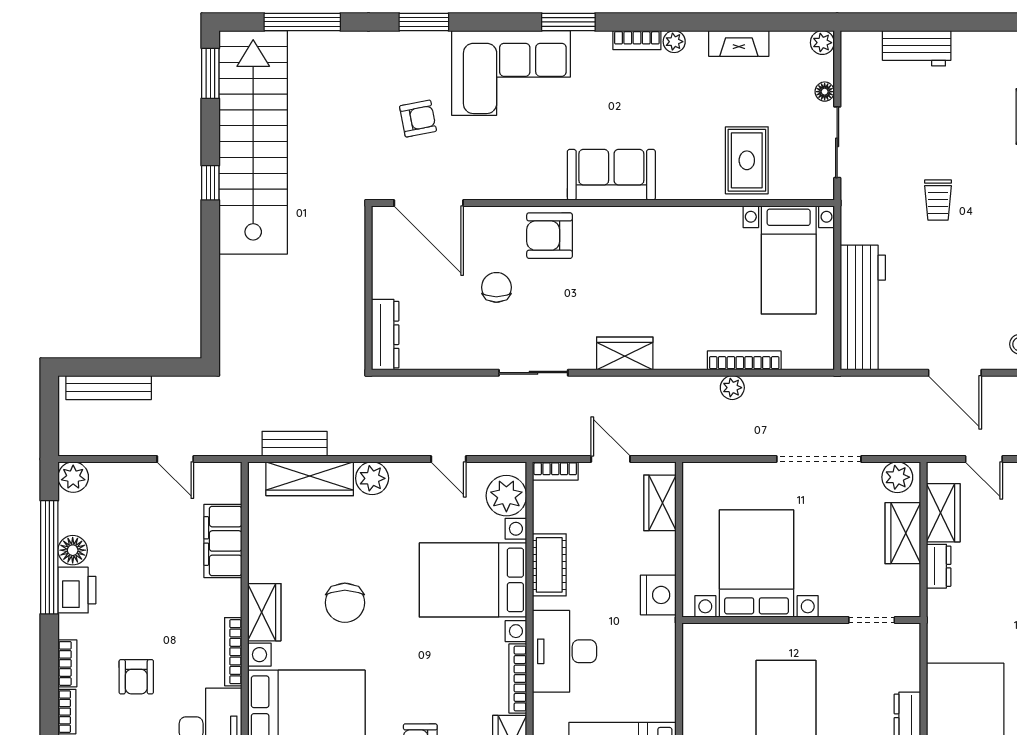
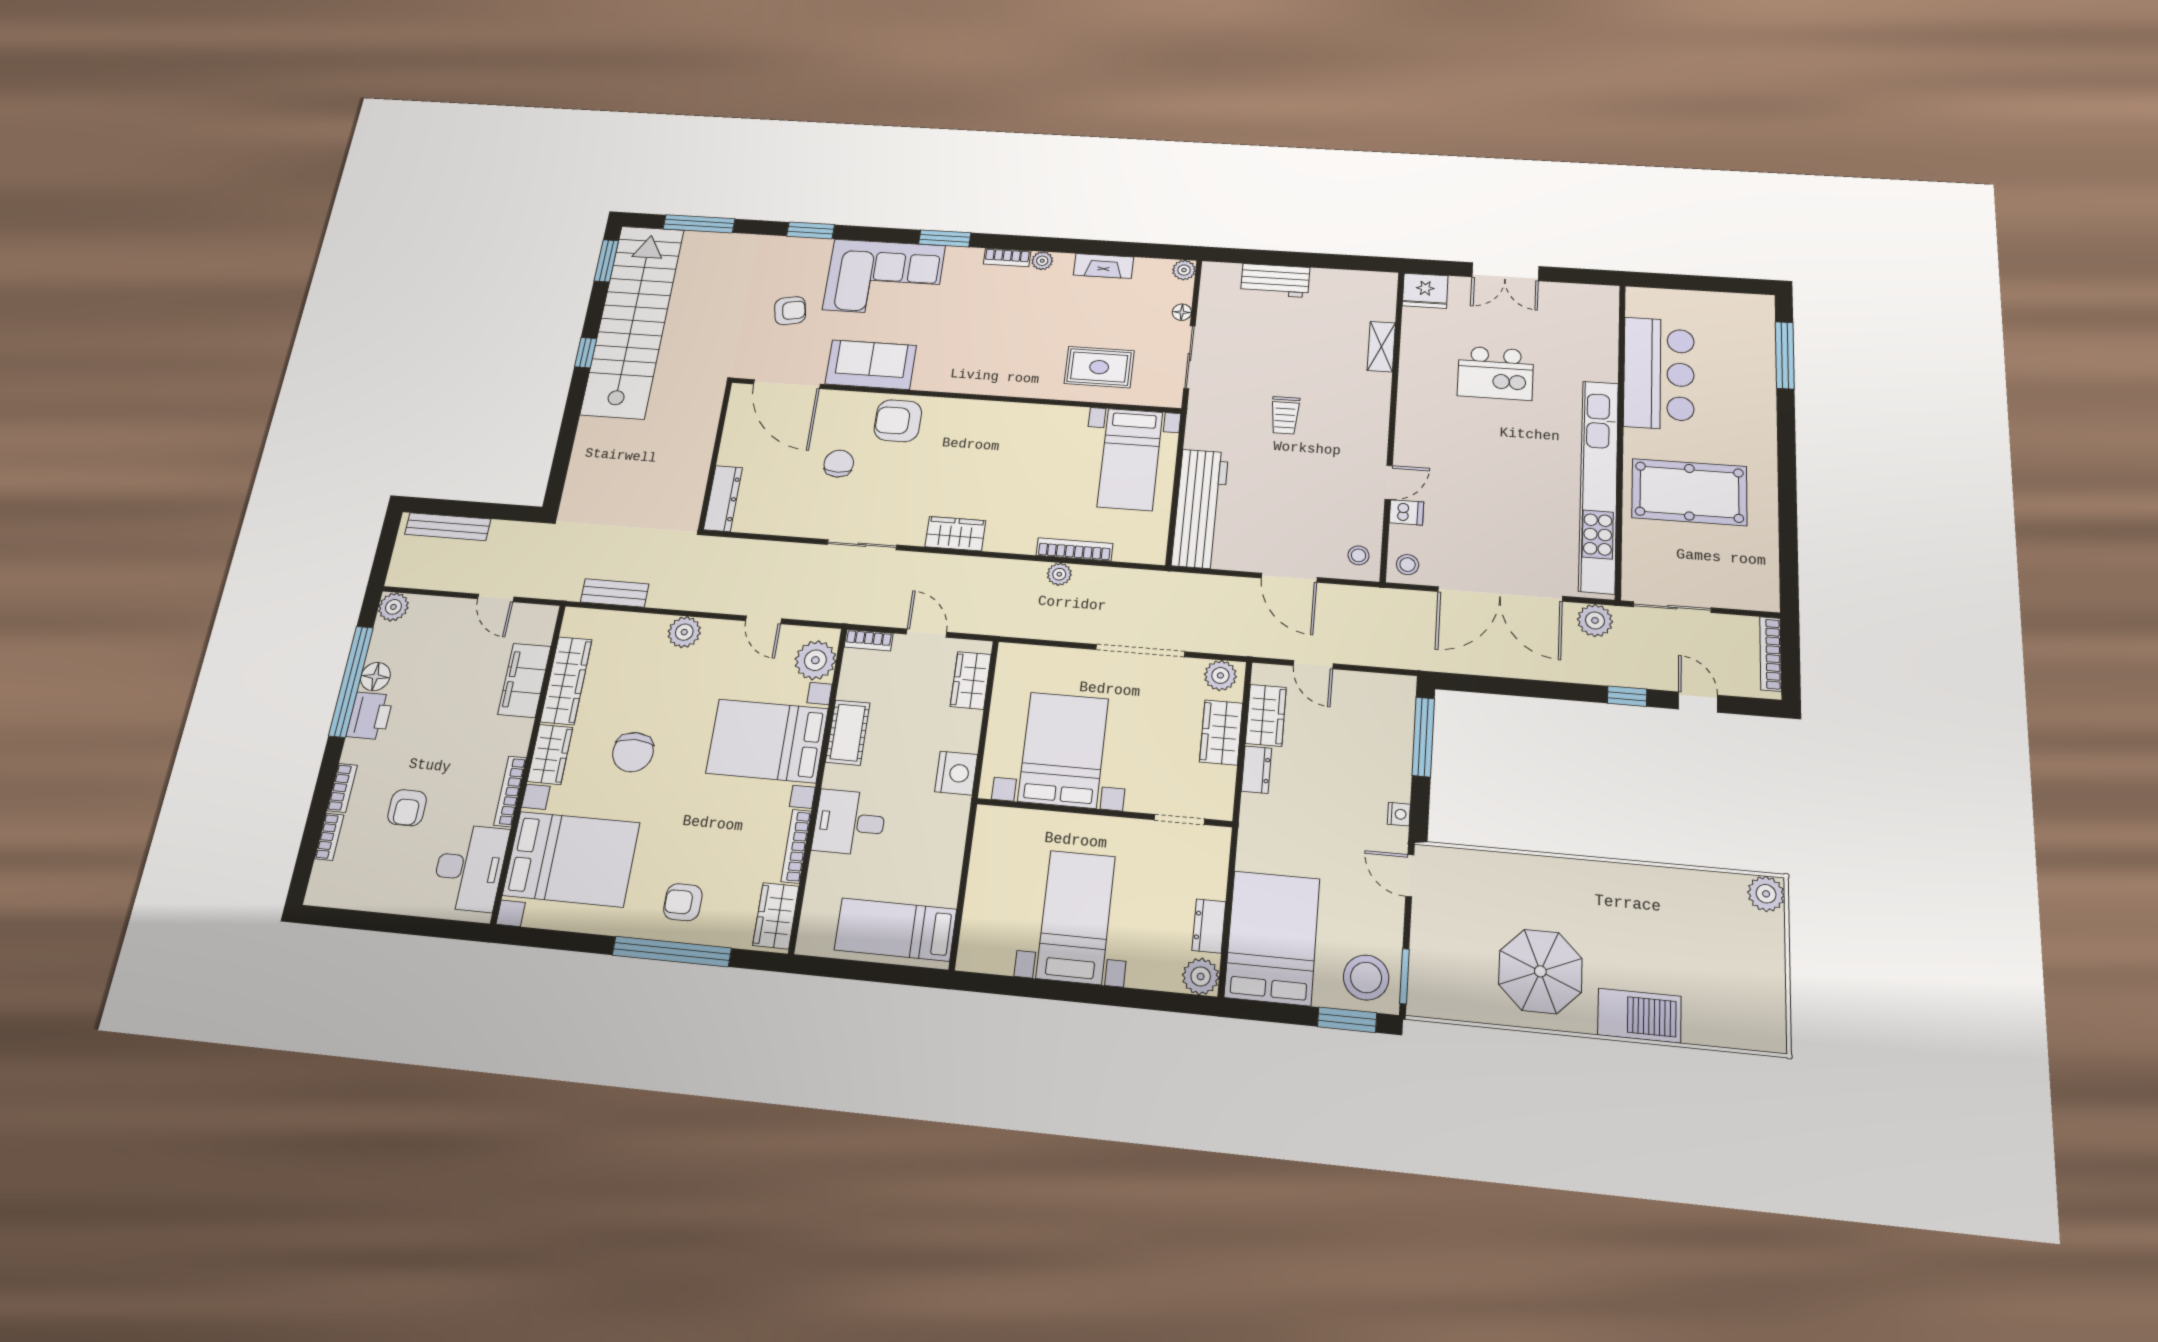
rug: (747, 160) -> (1099, 367), turned 90
sofa: (611, 175) -> (871, 365), moved
wardrobe: (310, 479) -> (566, 681), moved, turned -90
desk: (564, 651) -> (850, 822), width x0.73

